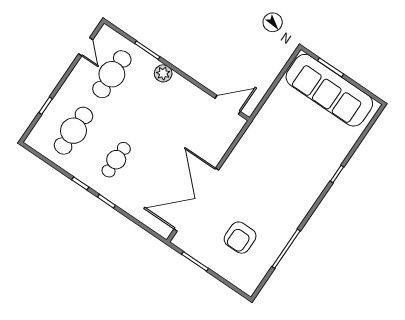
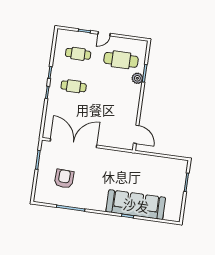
door: (86, 47) -> (104, 34), moved
plant: (163, 73) -> (137, 78), moved
sofa: (329, 90) -> (136, 205), moved, turned 90
cafe table: (73, 131) -> (78, 54), width x0.73, depth x0.74
armchair: (240, 238) -> (64, 179), turned 92

